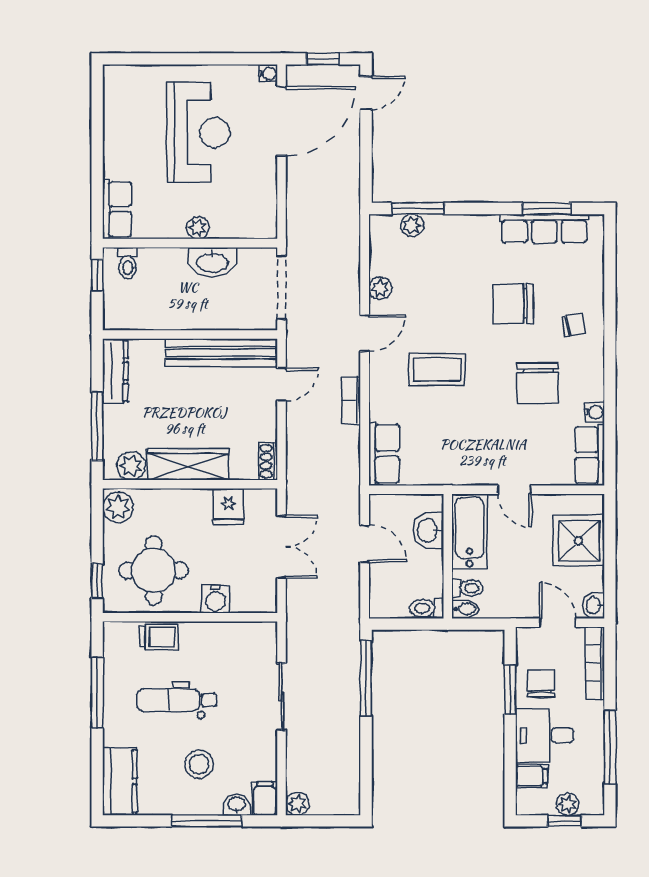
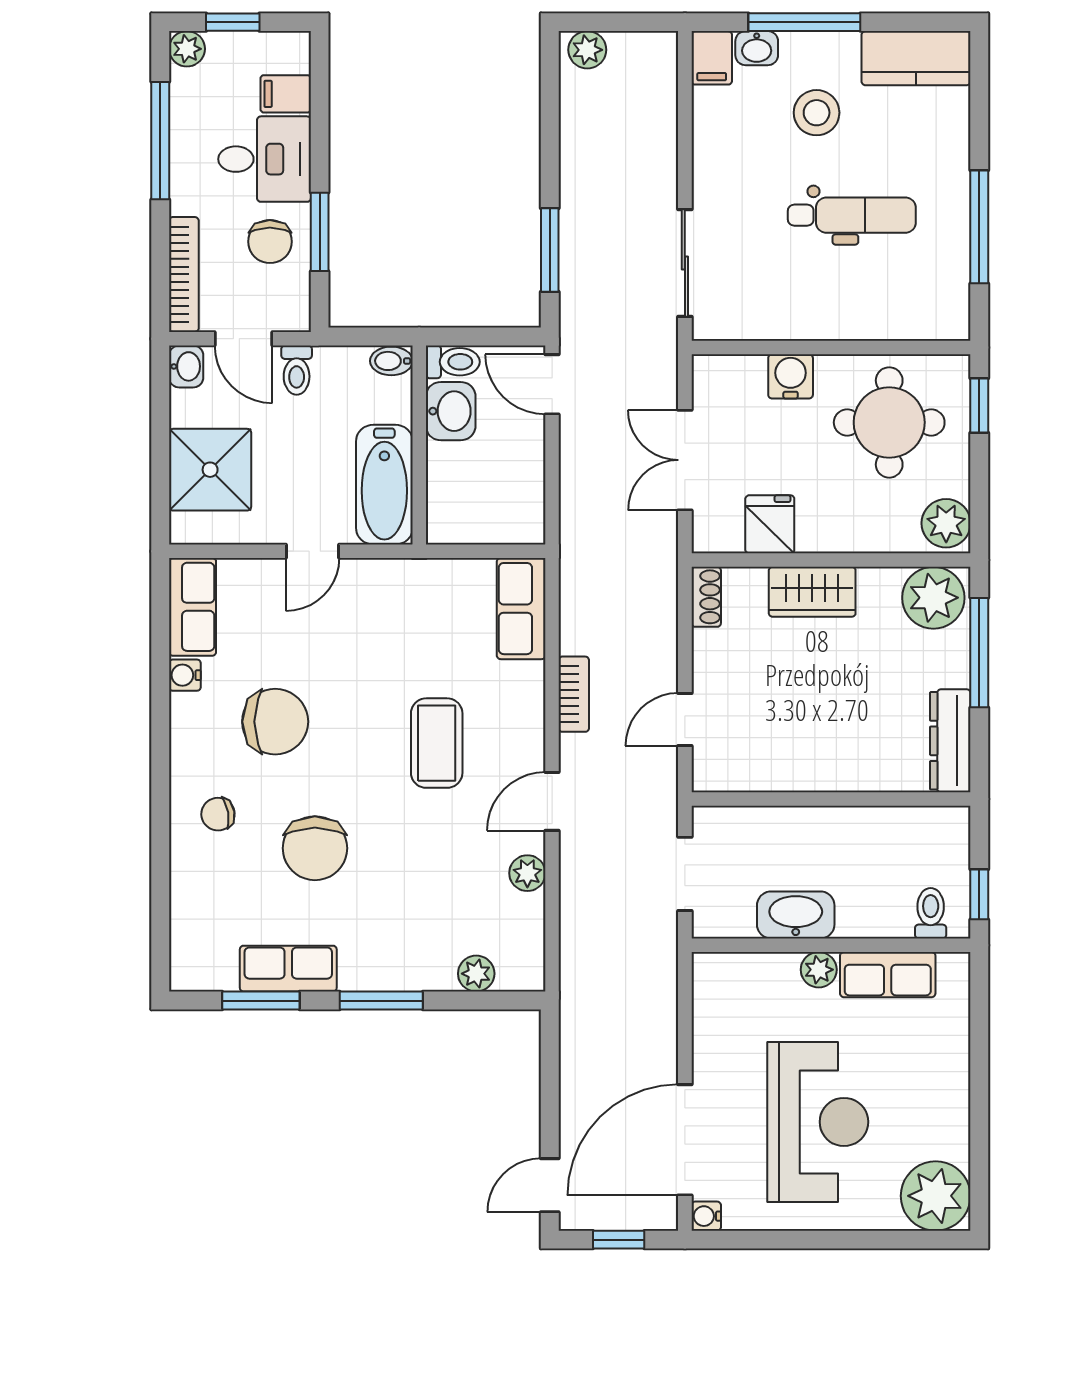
plant: (125, 86) -> (936, 1196), added
reception desk: (198, 132) -> (818, 1122), turned 180
window: (418, 208) -> (381, 1001), moved
row of seats: (117, 209) -> (888, 975), moved, turned -90
row of seats: (544, 228) -> (288, 969), width x0.68
doorway: (281, 288) -> (685, 874), width x0.73
chair: (513, 304) -> (315, 848), turned 90
bench: (221, 353) -> (781, 770), removed
coffee table: (437, 370) -> (437, 743), turned 90
chair: (538, 383) -> (275, 722), turned 90
wardrobe: (188, 464) -> (812, 592), width x0.67
plant: (131, 466) -> (933, 598), width x1.36, depth x1.36
door: (515, 490) -> (313, 551), swing flipped
washbasin: (428, 530) -> (451, 411), moved
door: (365, 544) -> (552, 384), moved
toilet: (467, 588) -> (297, 370), moved, turned -90
trolley: (159, 637) -> (880, 316), removed
window: (366, 678) -> (550, 250), width x0.69
sliding door: (281, 697) -> (685, 263), moved
kitchen counter: (120, 781) -> (916, 58), moved, turned -90
plant: (297, 804) -> (587, 50), moved
plant: (567, 804) -> (187, 49), moved

